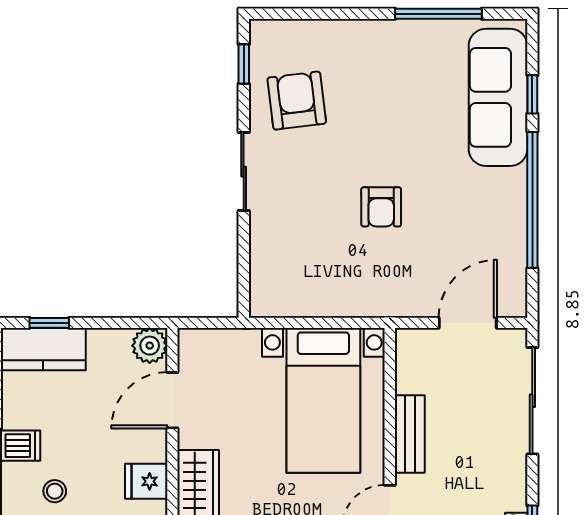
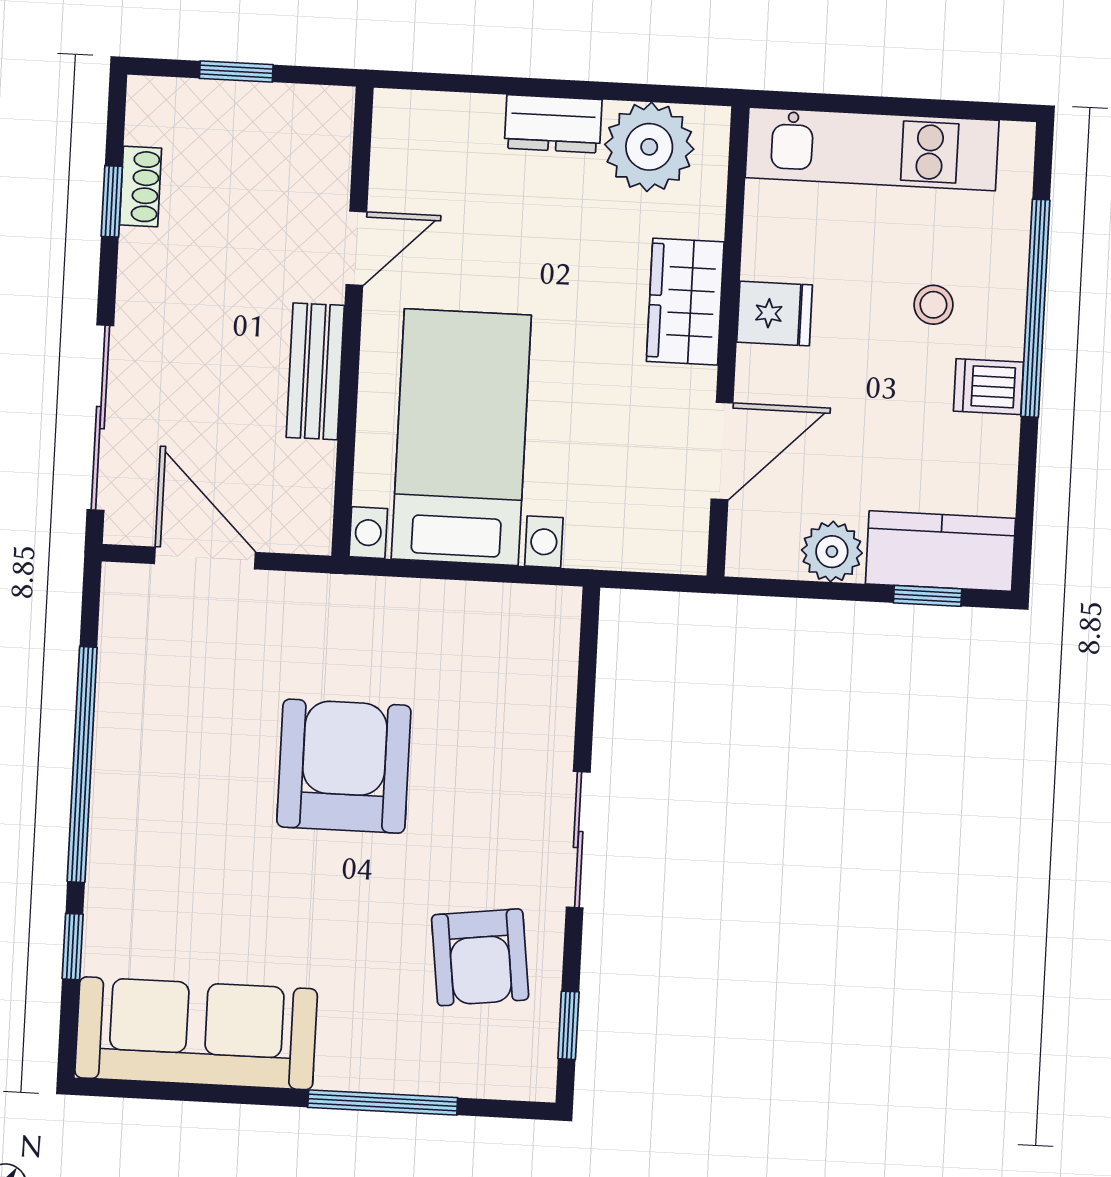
window: (438, 14) -> (383, 1103), moved
sofa: (498, 97) -> (196, 1033), moved, turned -90
armchair: (381, 207) -> (344, 766), width x1.88, depth x1.88
door: (468, 323) -> (205, 558), swing flipped
plant: (150, 346) -> (832, 552), moved

